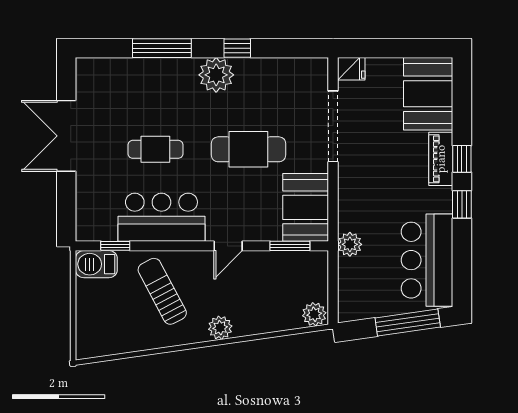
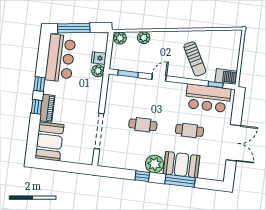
fridge: (351, 69) -> (99, 58), moved
cafe table: (248, 149) -> (143, 125), width x0.73, depth x0.74
booth: (306, 207) -> (182, 165), moved, turned 90
bar counter: (161, 217) -> (208, 98), moved
plant: (220, 328) -> (144, 38), moved

